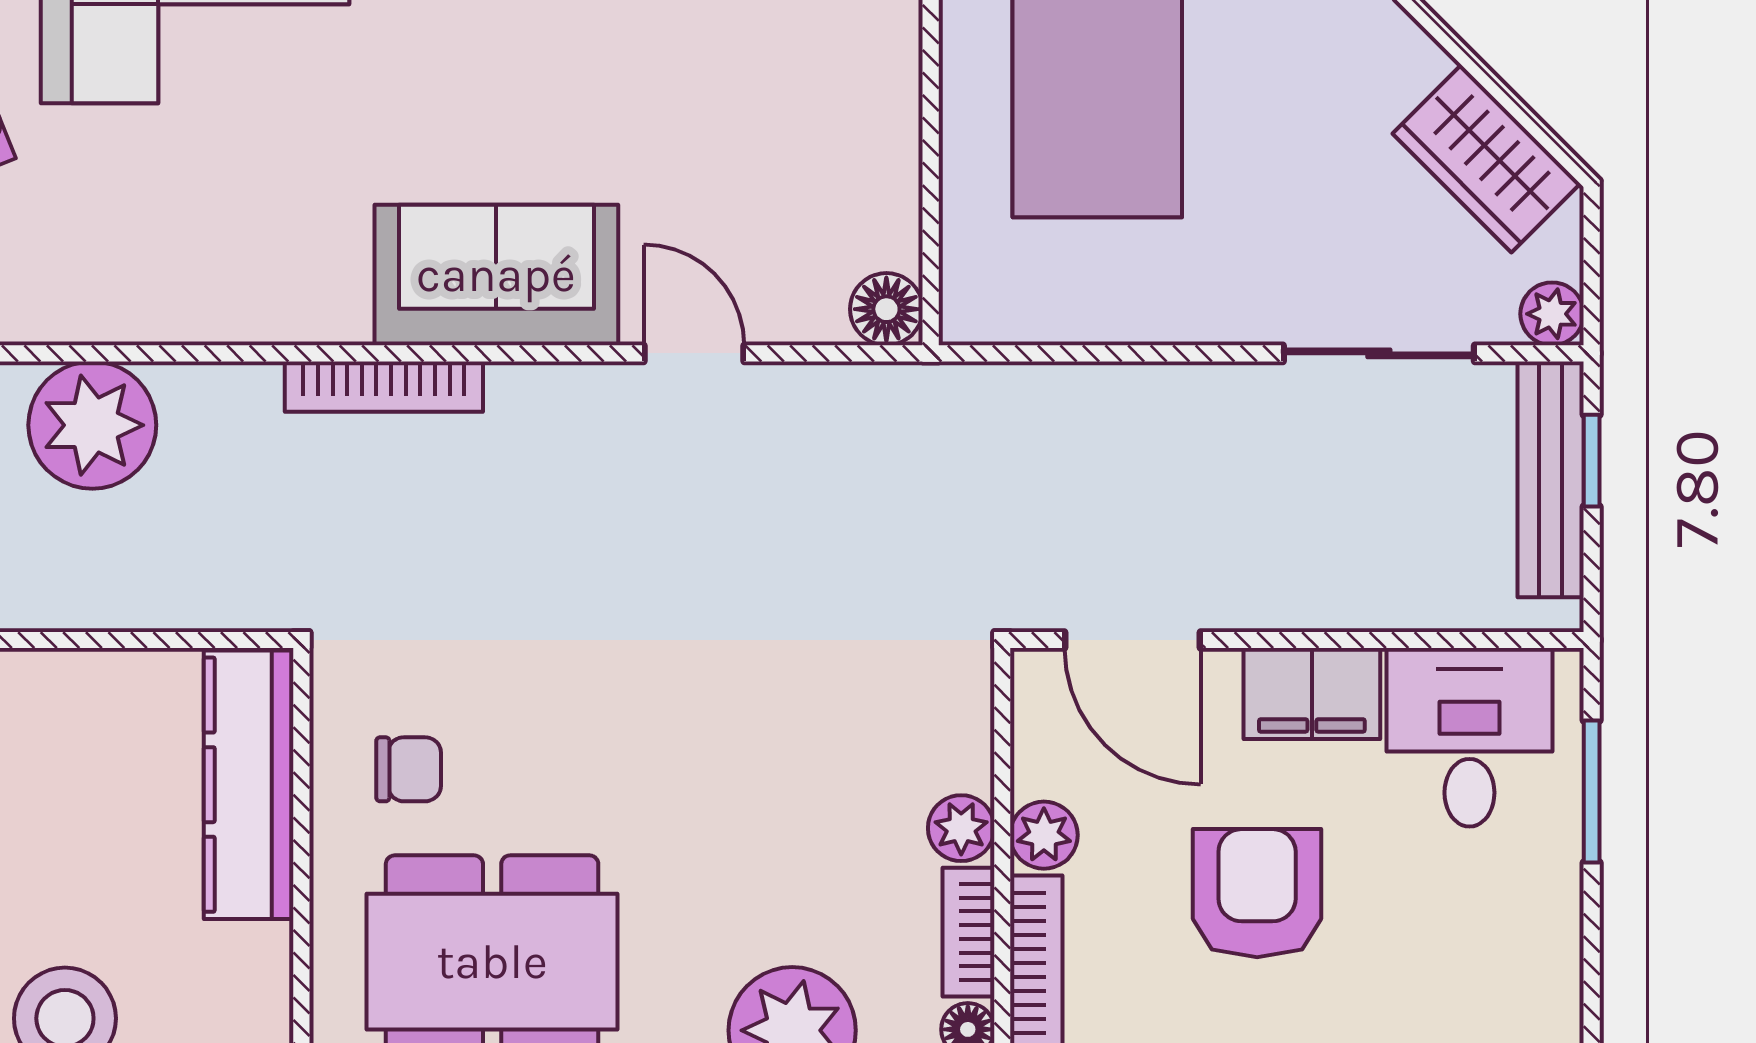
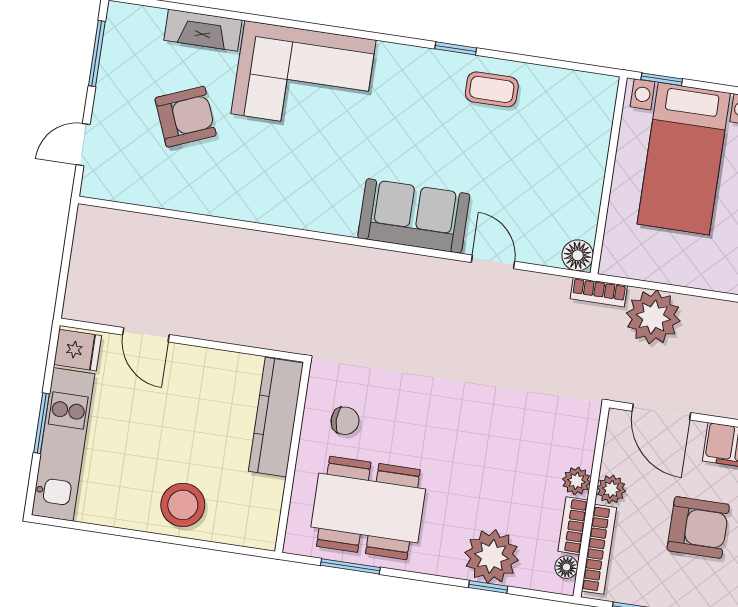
bookcase: (384, 387) -> (599, 292), moved, width x0.64
plant: (92, 425) -> (653, 317), moved
armchair: (1257, 893) -> (698, 527), turned 90

